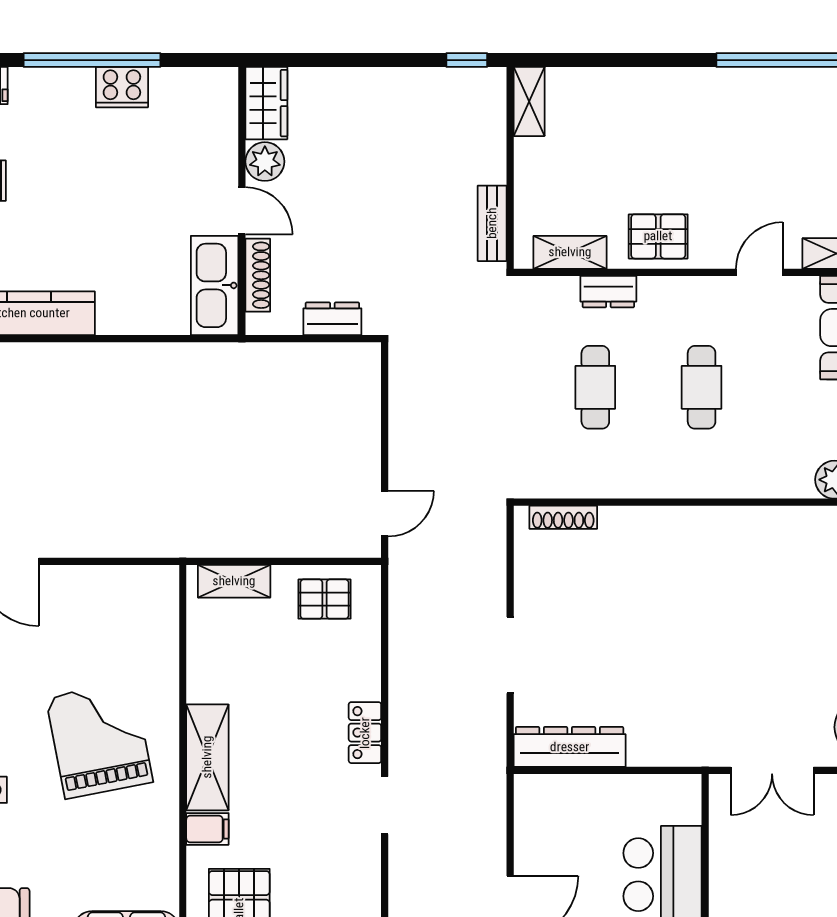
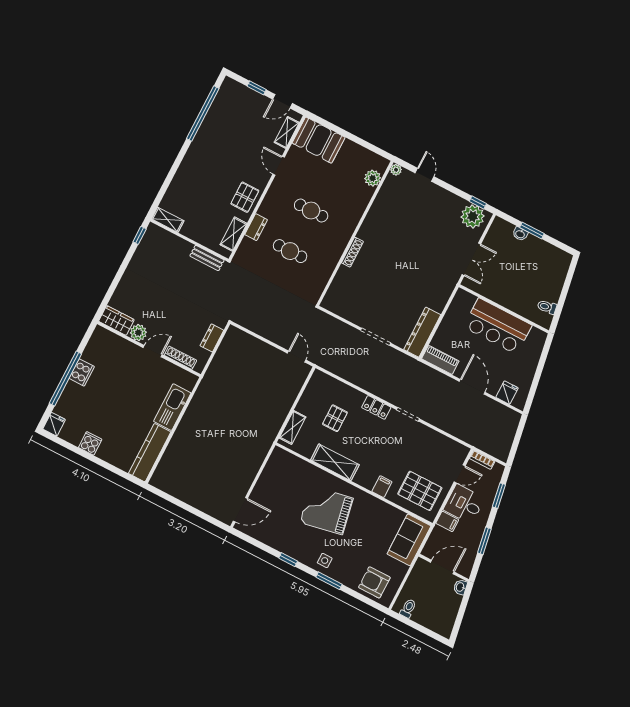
kitchen sink: (215, 285) -> (172, 407), moved, turned 90
shoe rack: (563, 517) -> (352, 252), moved
pallet: (324, 599) -> (335, 418), moved
shelving: (207, 757) -> (335, 462), moved
piano: (531, 814) -> (440, 360), added

